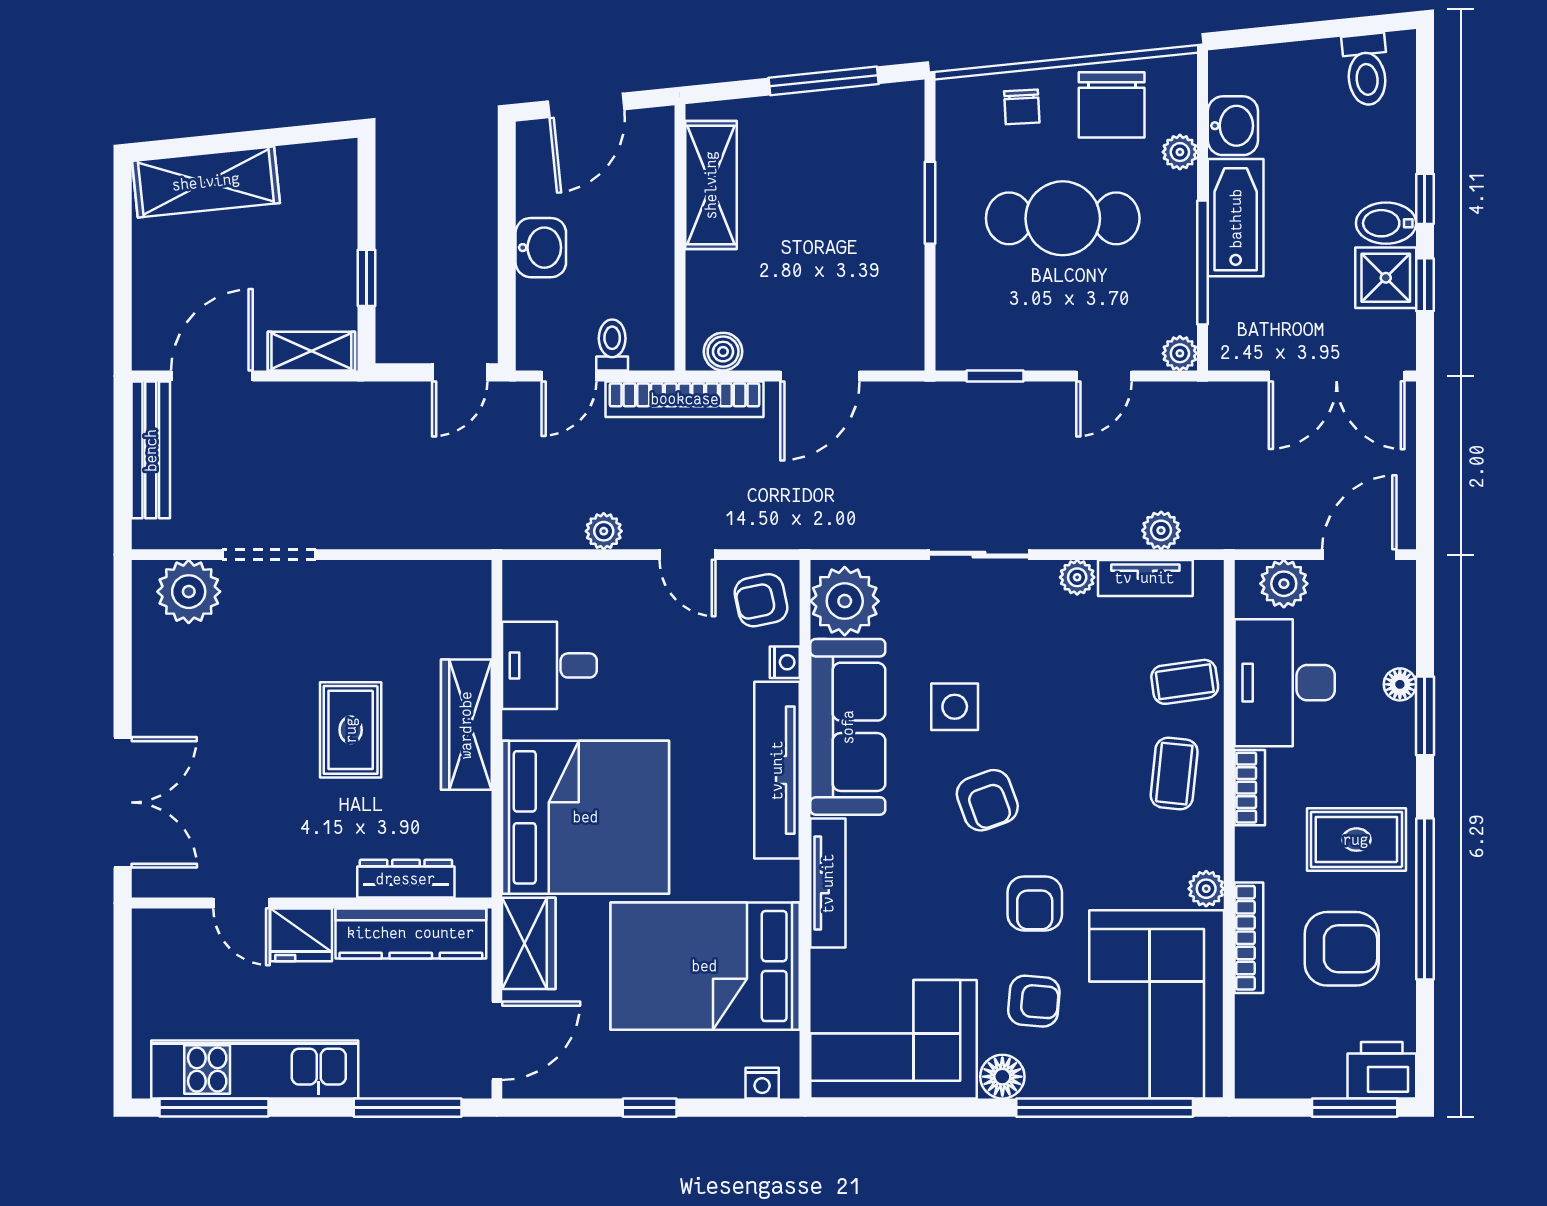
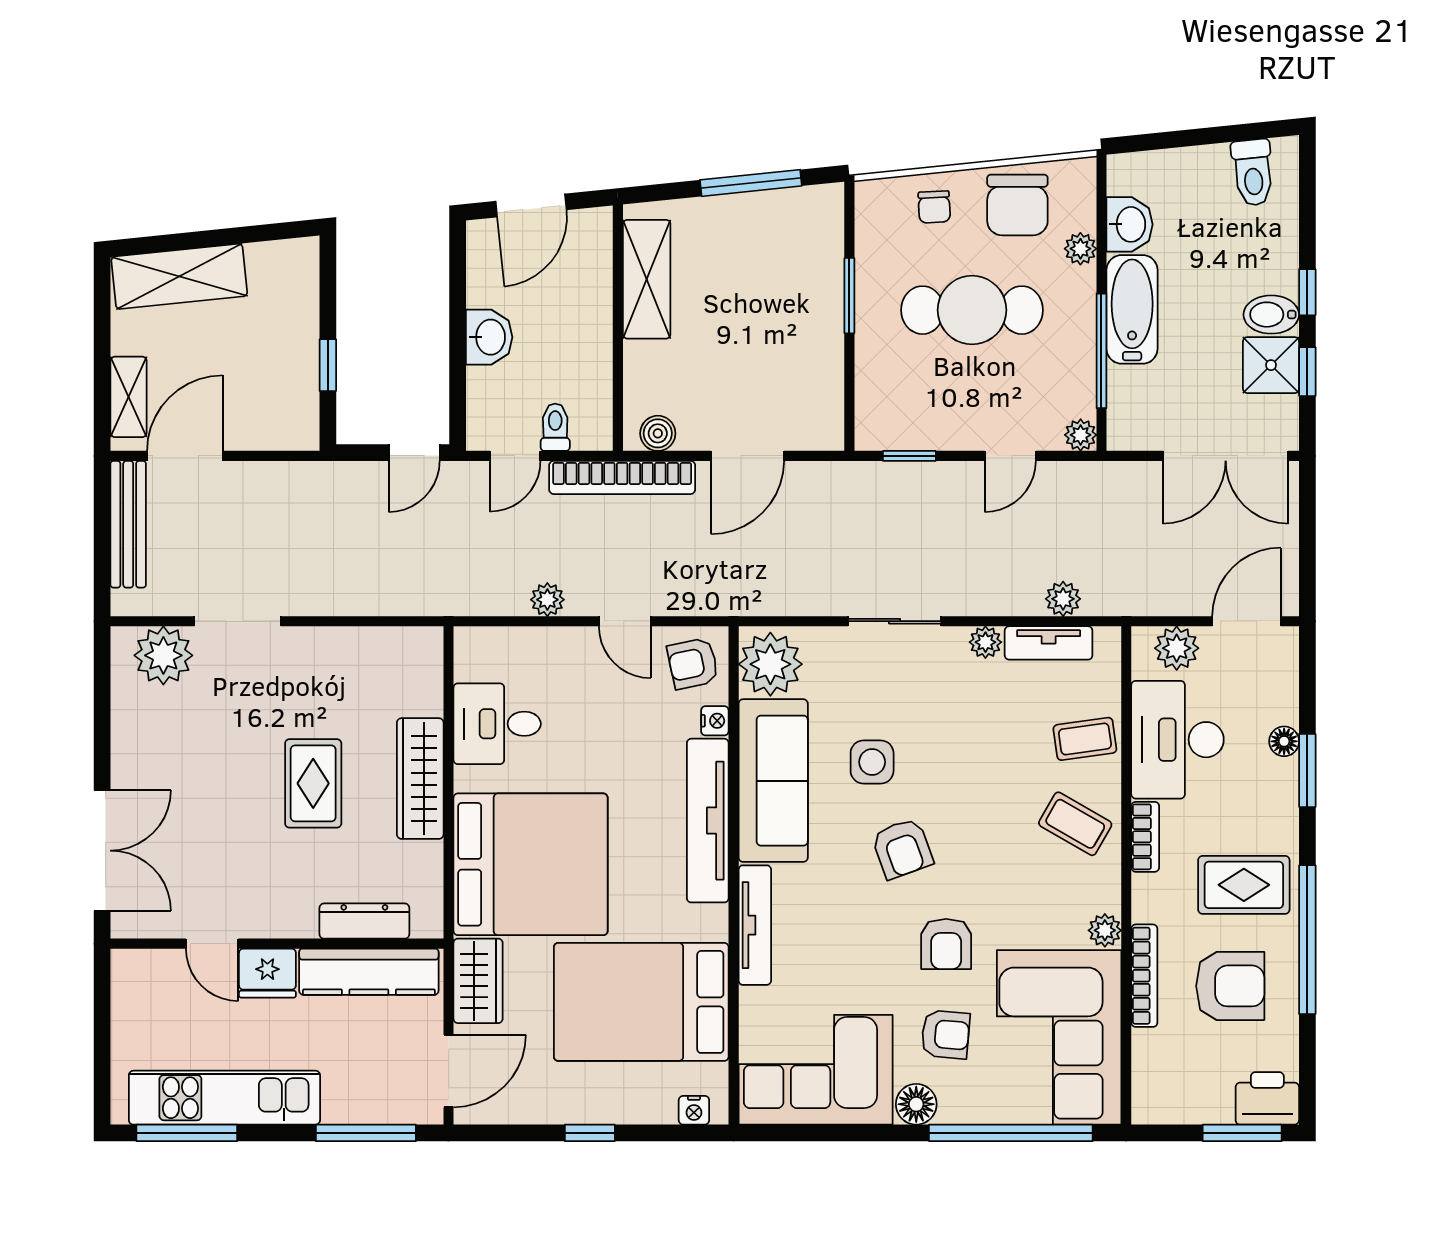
shelving: (311, 351) -> (129, 397), moved, turned 90
coffee table: (1174, 774) -> (1075, 824), turned -66

